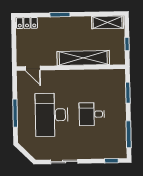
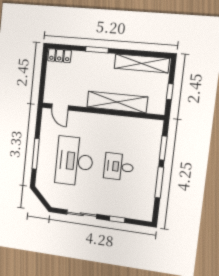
shelving: (108, 22) -> (142, 63), width x1.47
window: (129, 134) -> (159, 182), moved
window: (111, 161) -> (117, 219), moved

